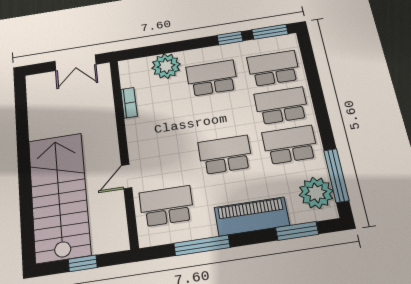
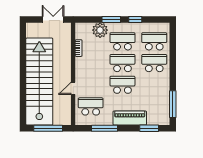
window: (270, 32) -> (111, 19), moved
double door: (75, 63) -> (53, 19), swing flipped
school desk: (290, 145) -> (122, 63), moved
plant: (316, 193) -> (162, 111), removed
stairs: (59, 196) -> (39, 82), width x1.36
window: (83, 263) -> (48, 128), width x2.17

